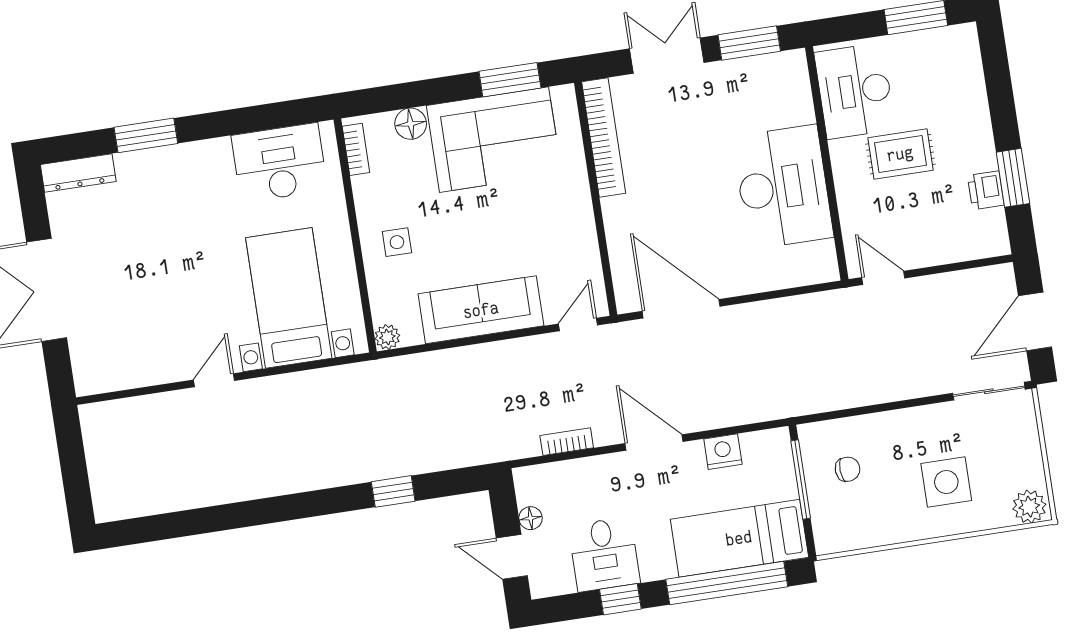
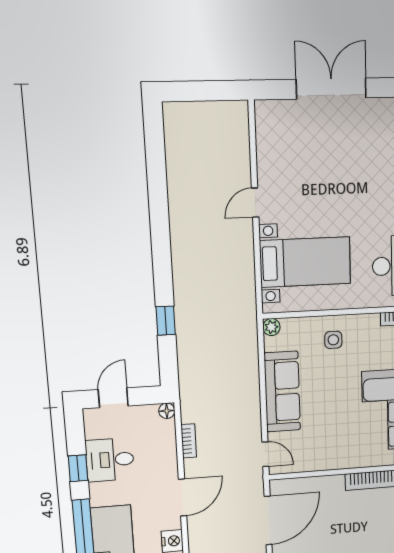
door: (214, 380) -> (255, 203), swing flipped
floor lamp: (531, 518) -> (167, 411), moved

